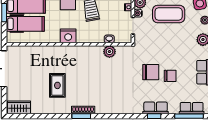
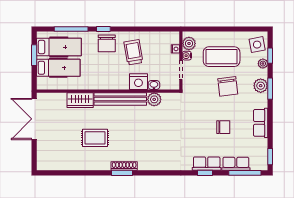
nightstand: (68, 36) -> (138, 82), moved
bench: (80, 51) -> (120, 99), added
chair: (151, 72) -> (228, 86), moved, turned 83
rug: (57, 85) -> (95, 138), turned 90
wardrobe: (19, 107) -> (80, 100), moved, turned 180
row of seats: (192, 108) -> (236, 164), moved

